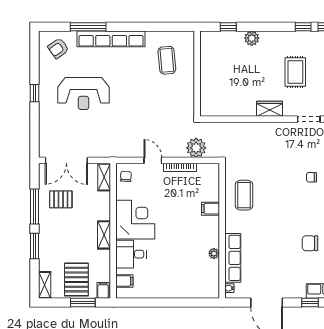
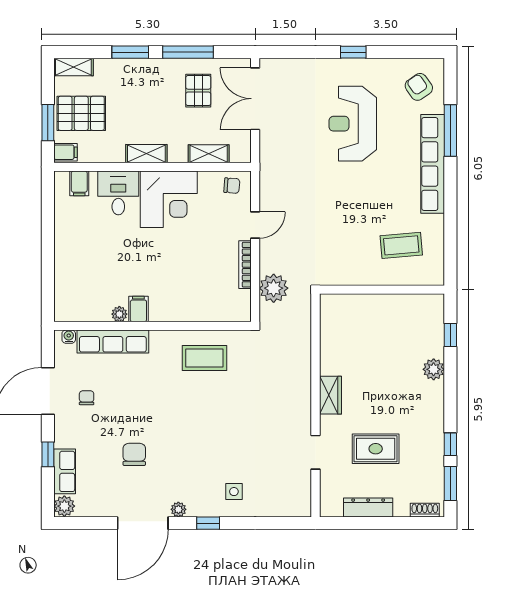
rug: (295, 72) -> (376, 449), moved
shelving: (104, 177) -> (209, 154), moved
chair: (312, 177) -> (87, 398), moved
filing cabinet: (210, 209) -> (138, 309), moved

